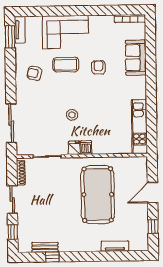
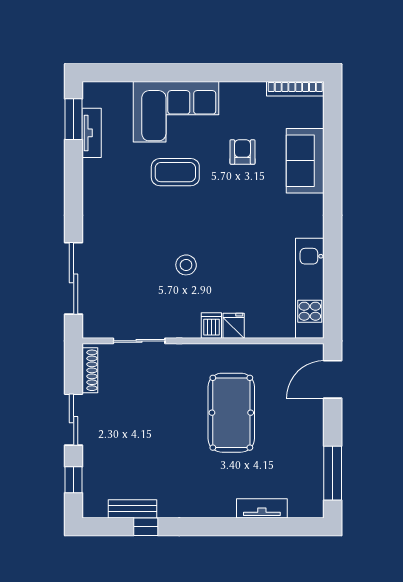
tv unit: (20, 30) -> (92, 133), moved
armchair: (98, 67) -> (243, 152), moved
armchair: (34, 73) -> (118, 187), removed
fridge: (74, 148) -> (234, 326), moved
door: (153, 193) -> (333, 379), moved
pool table: (98, 195) -> (231, 413), width x0.73, depth x0.76
window: (153, 226) -> (333, 473), width x2.17

